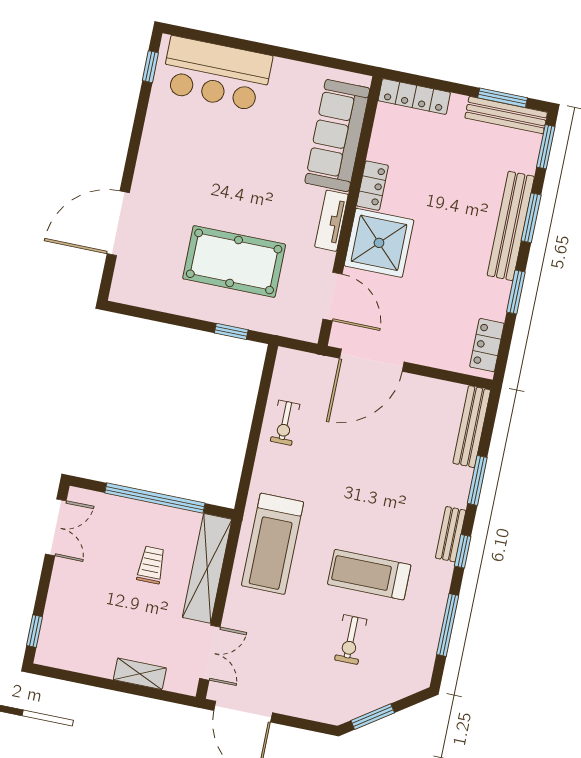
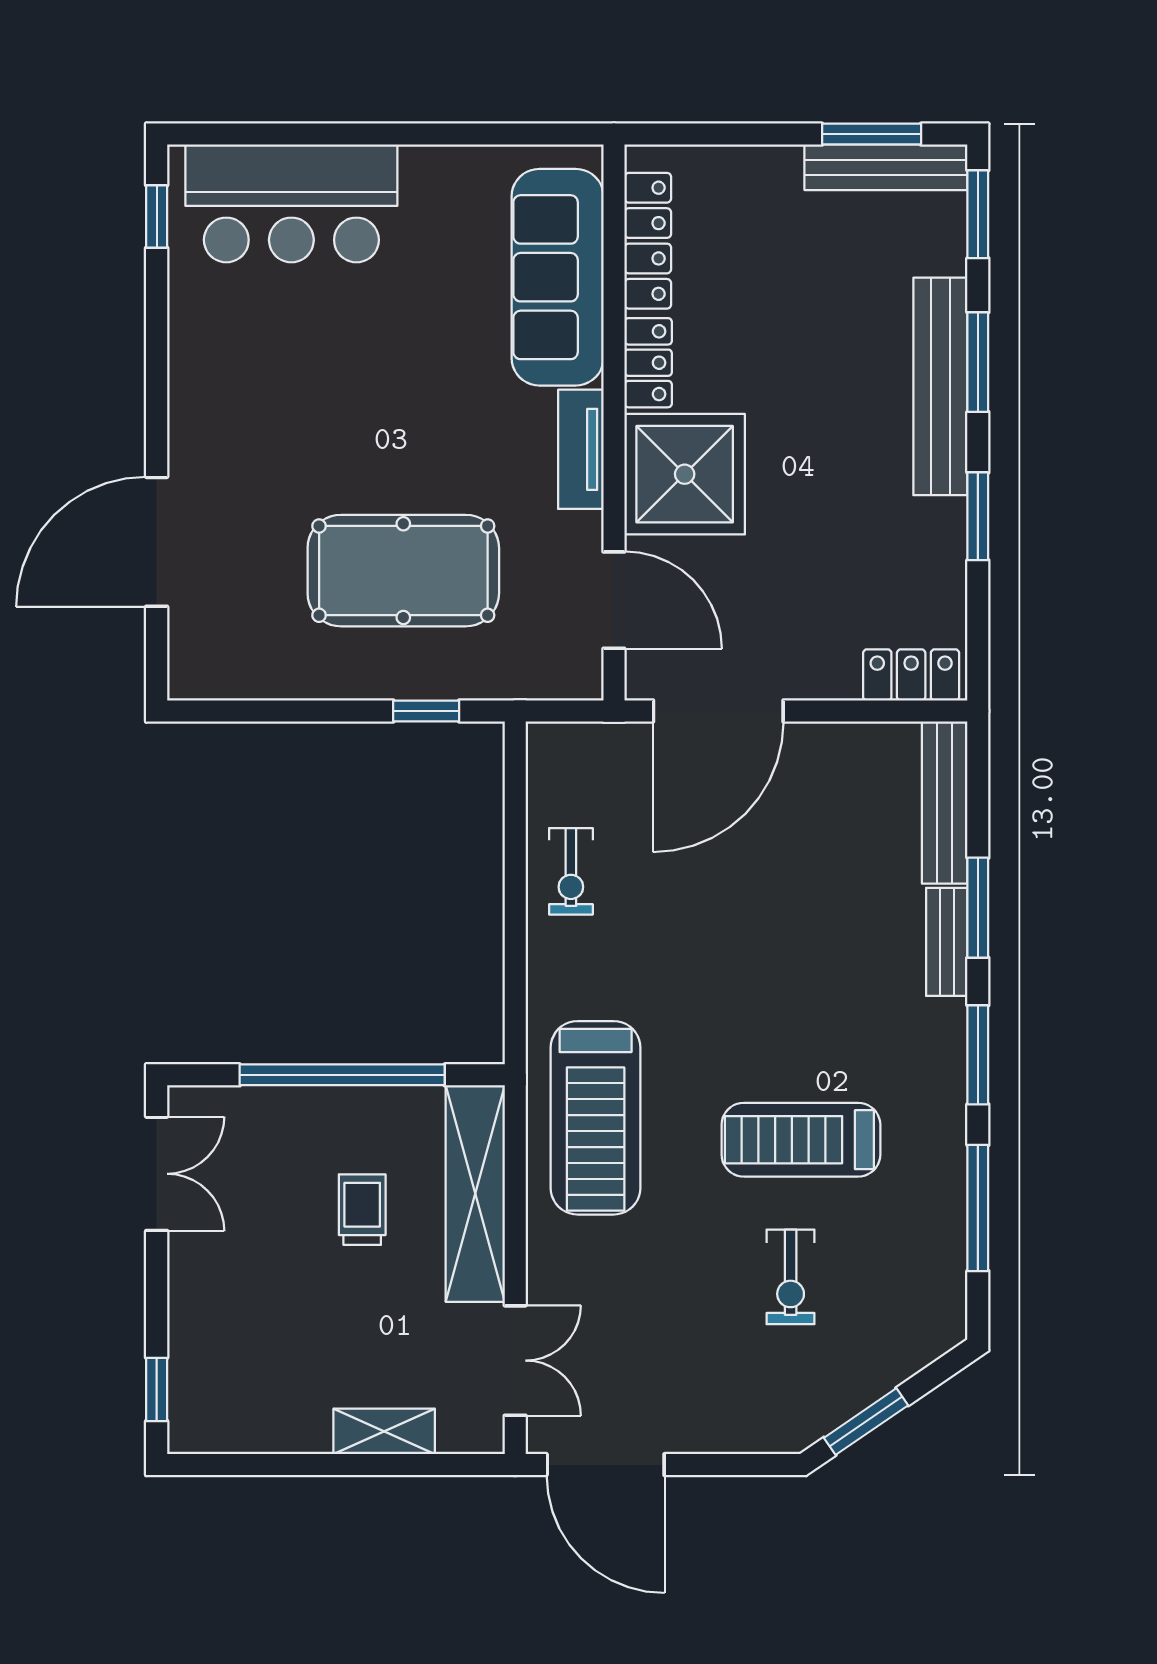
locker: (414, 97) -> (648, 241), moved, turned -90
locker: (487, 345) -> (911, 675), moved, turned 90
bench: (451, 534) -> (947, 942), moved
window: (463, 551) -> (978, 1055), width x1.50

